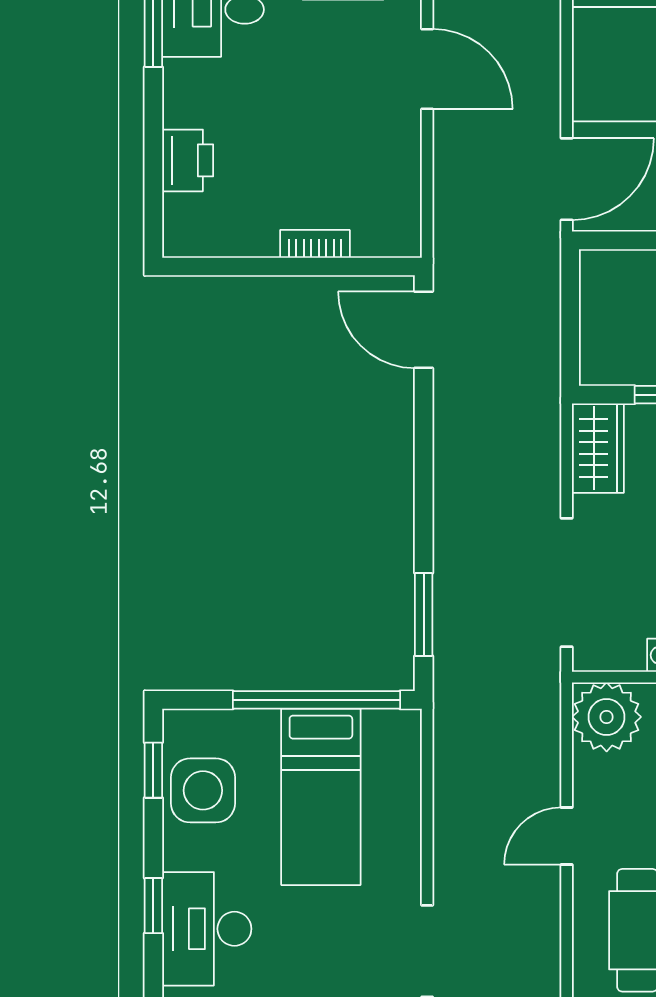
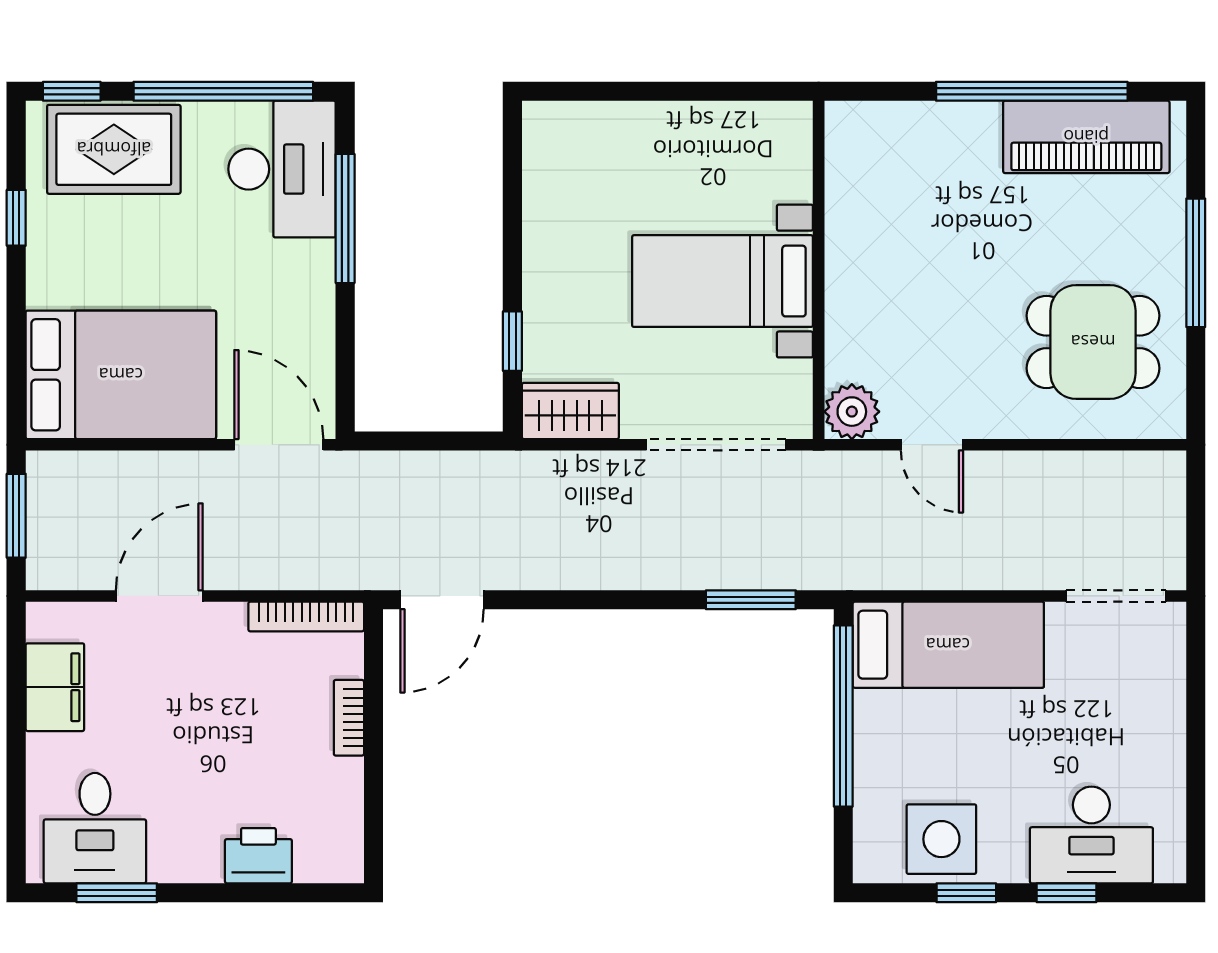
bookcase: (408, 204) -> (306, 616), added
plant: (607, 717) -> (852, 412), width x0.73, depth x0.73
window: (153, 770) -> (966, 893), moved
bed: (321, 797) -> (948, 645), moved
door: (567, 836) -> (932, 445), moved

